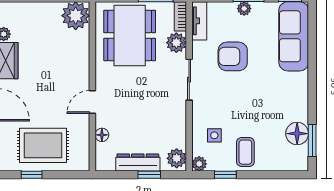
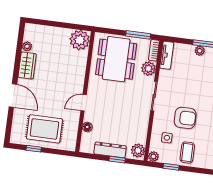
armchair: (233, 56) -> (185, 118), moved, turned 180

